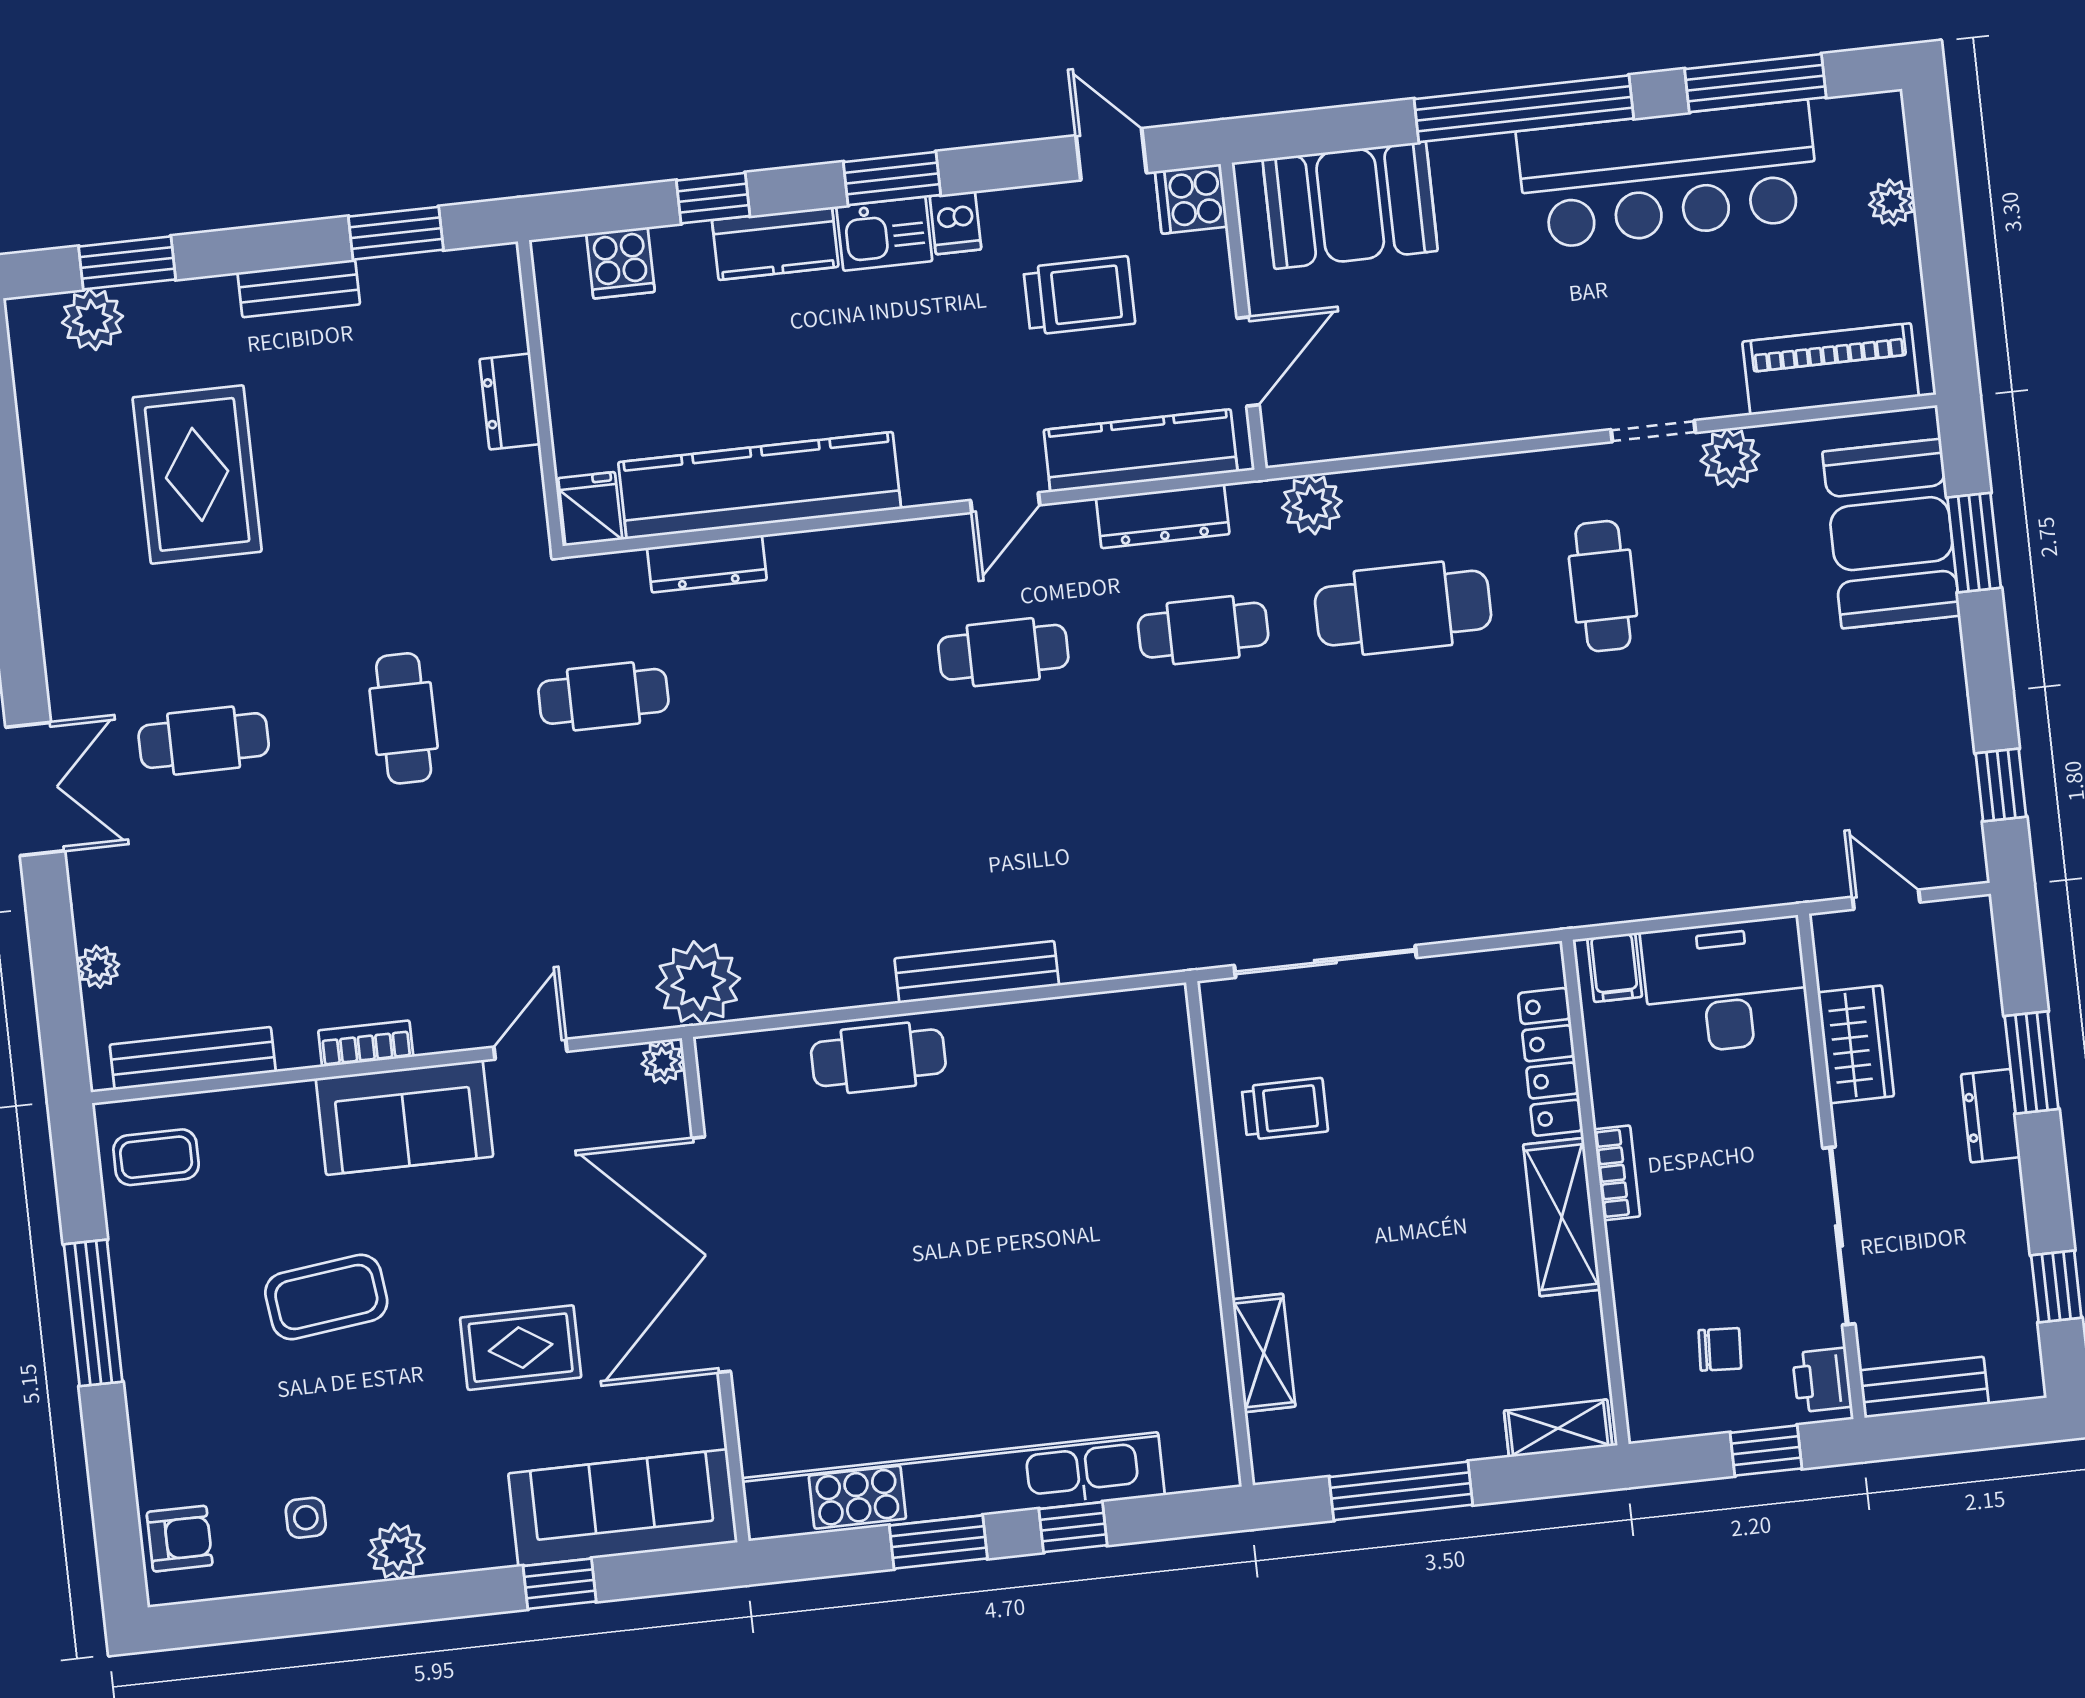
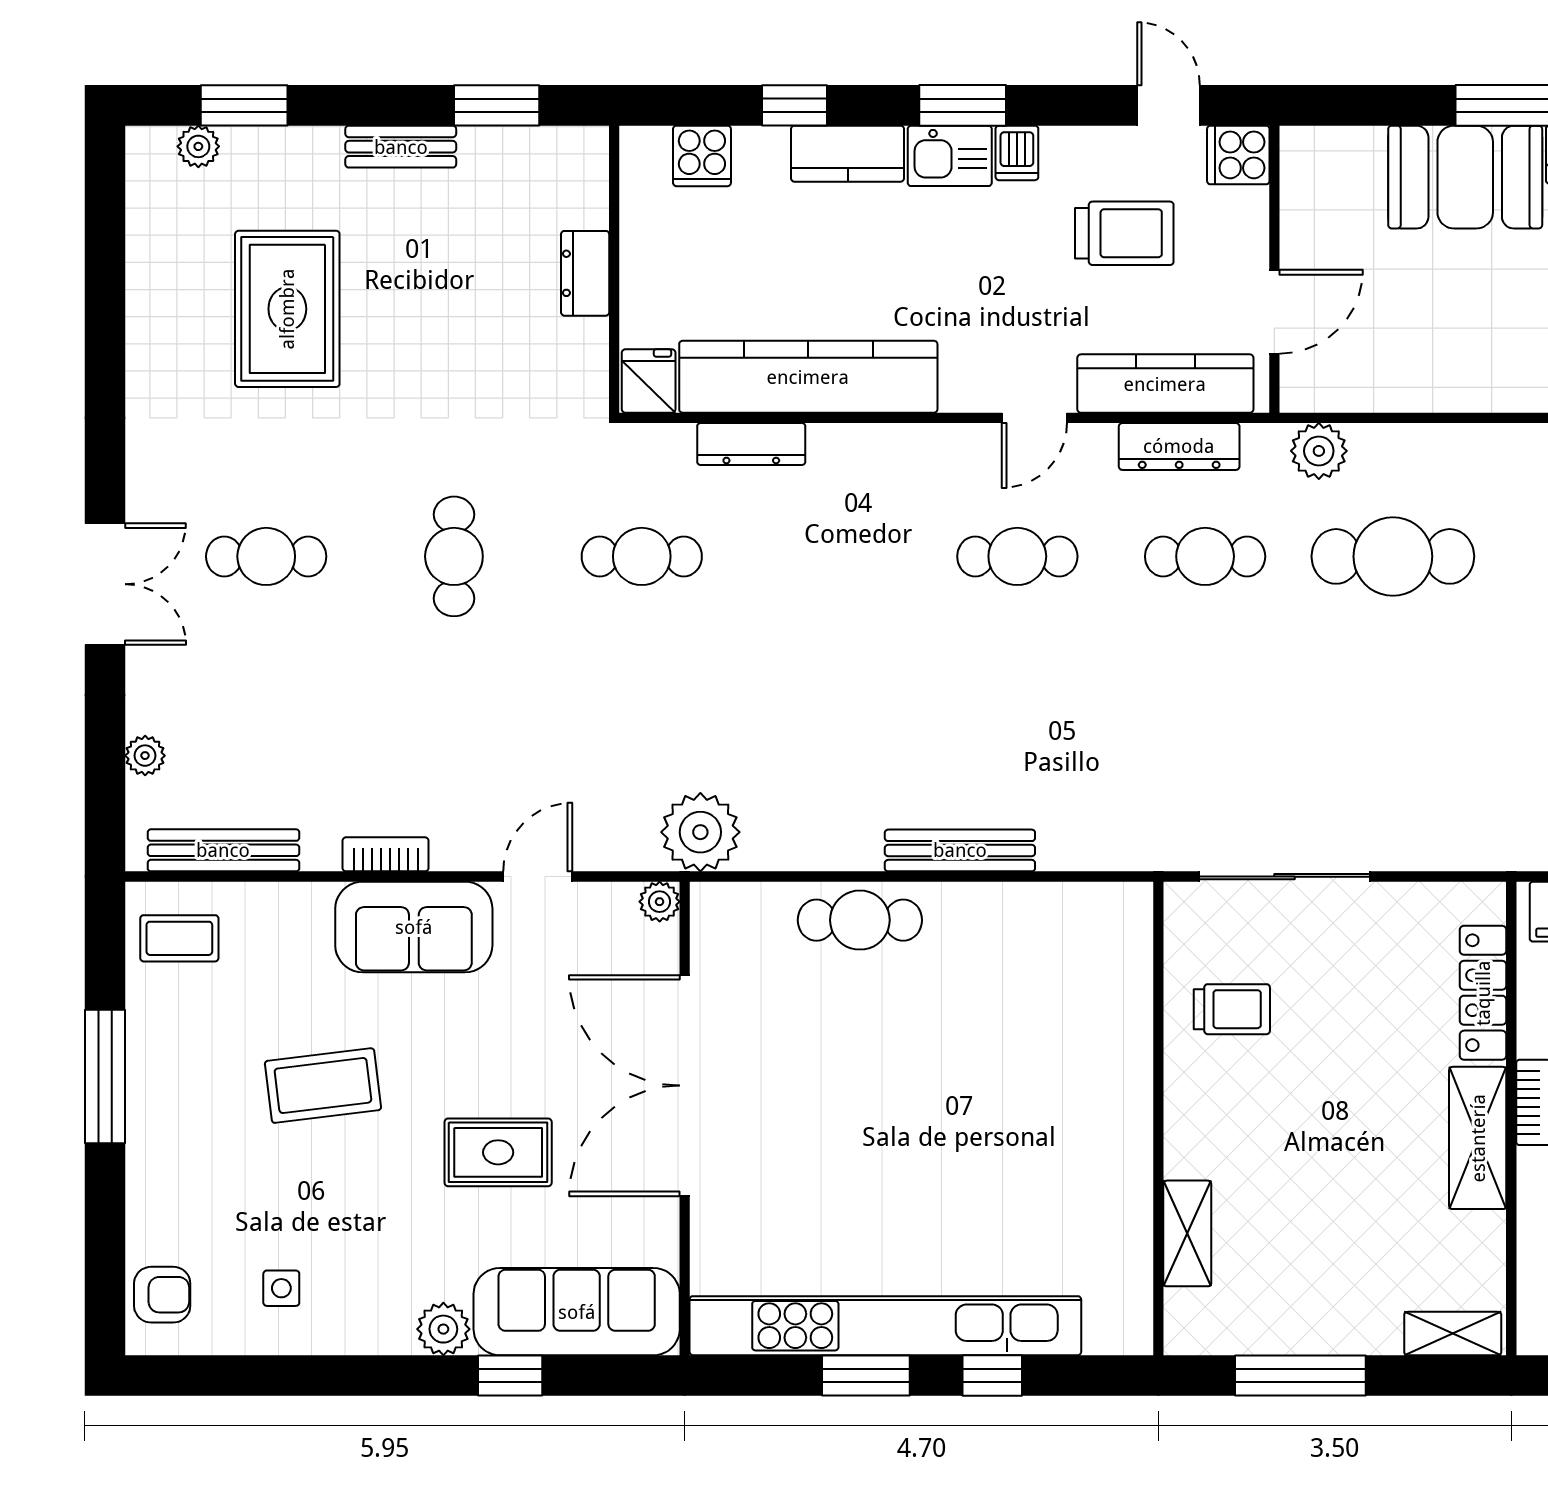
booth: (1350, 205) -> (1465, 177), moved
plant: (92, 319) -> (198, 146), width x0.73, depth x0.73
plant: (397, 1552) -> (443, 1329), moved

